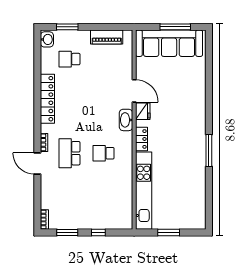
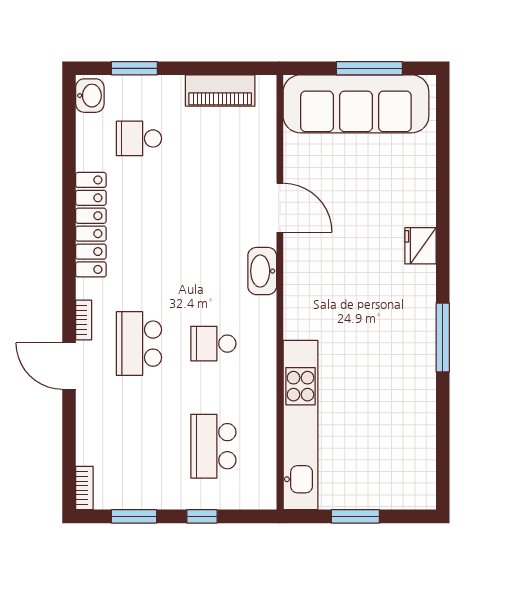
fridge: (143, 111) -> (420, 246), moved, turned 180
locker: (142, 139) -> (296, 313), removed
school desk: (104, 200) -> (213, 446), added

